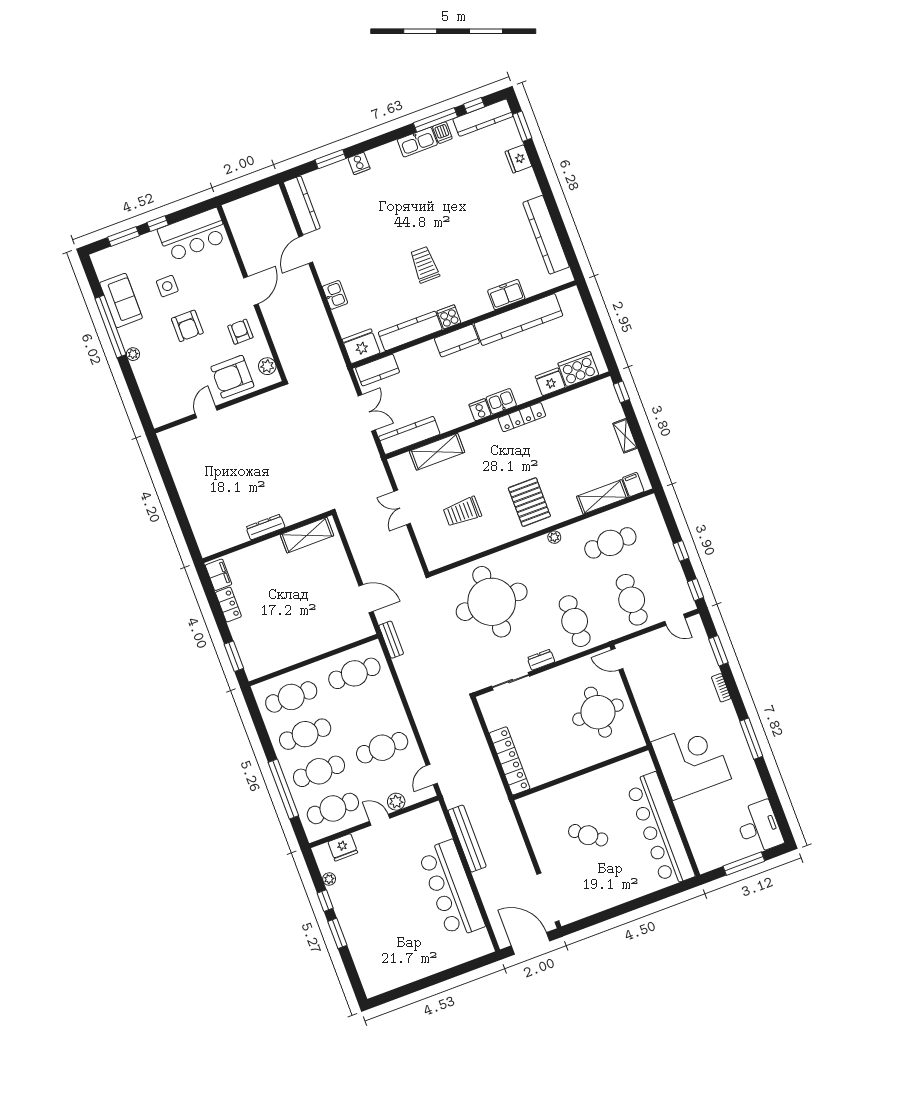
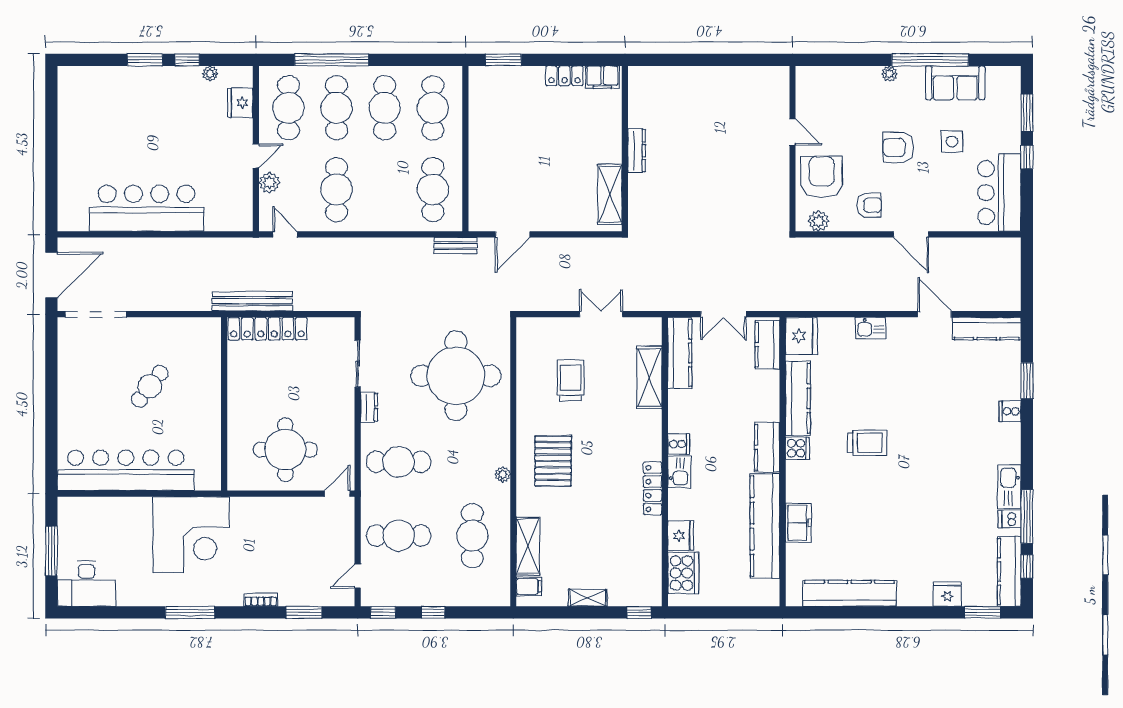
pallet: (529, 502) -> (553, 461), turned 90
bench: (467, 839) -> (252, 301), moved

